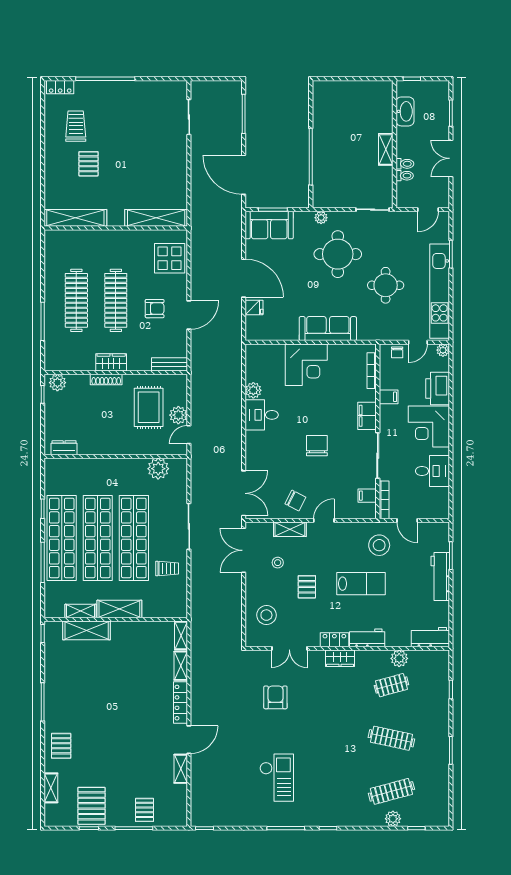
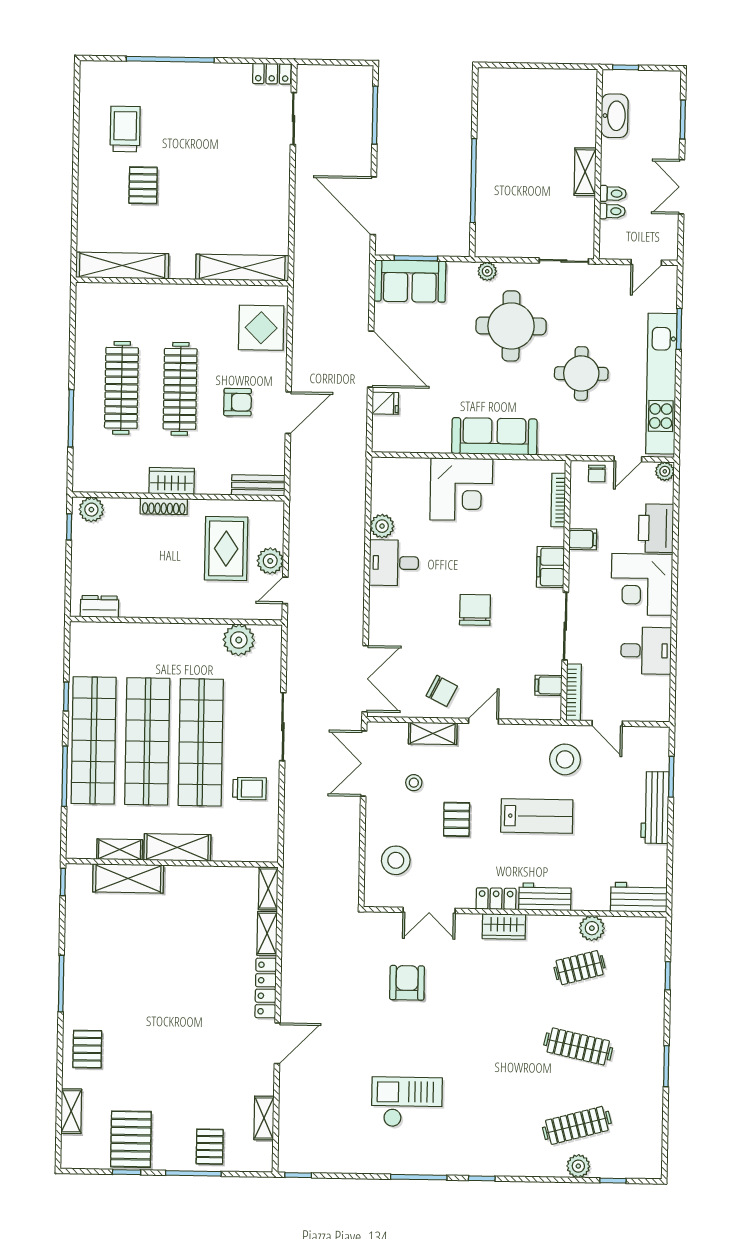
locker: (60, 87) -> (272, 74), moved
shelving: (181, 769) -> (264, 1118), moved
checkout: (277, 778) -> (407, 1102), turned -90

